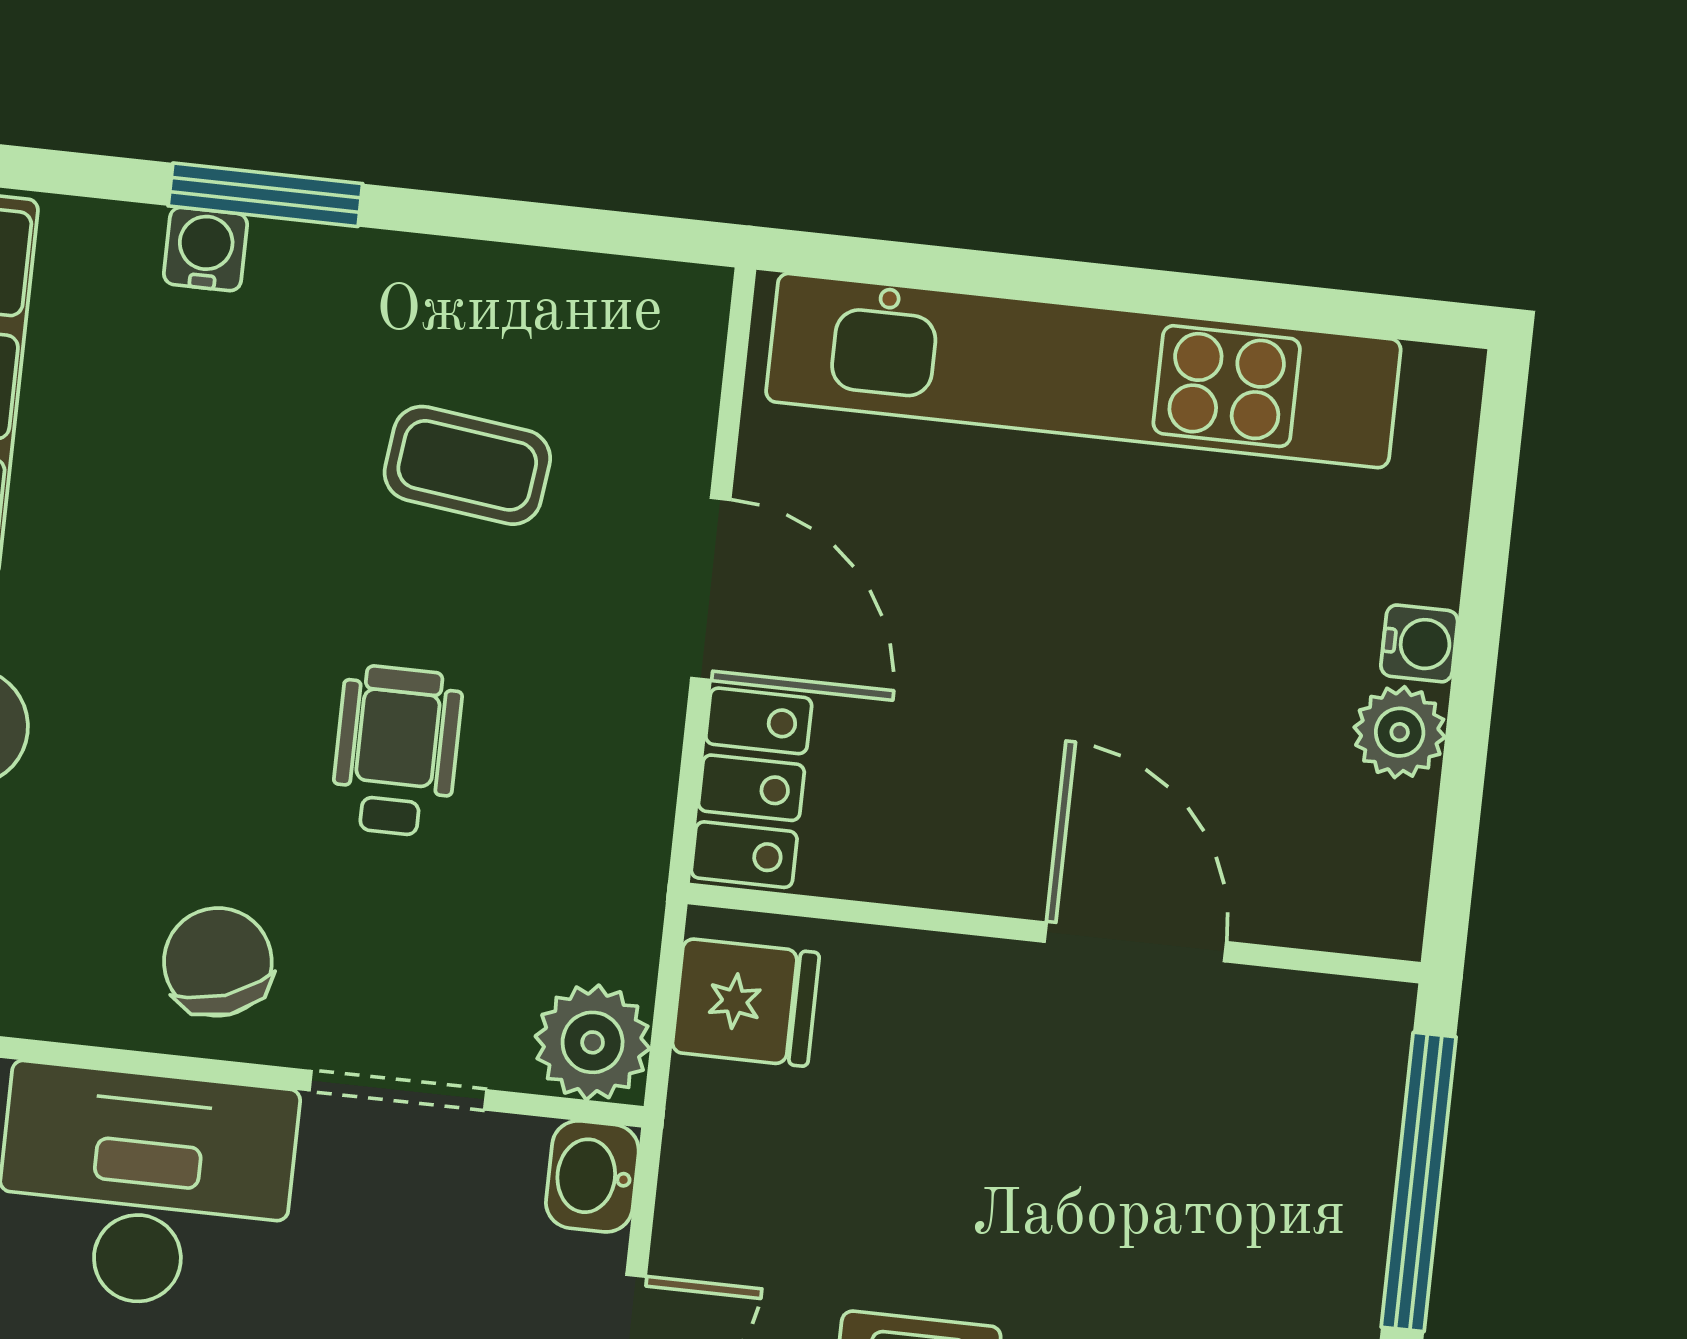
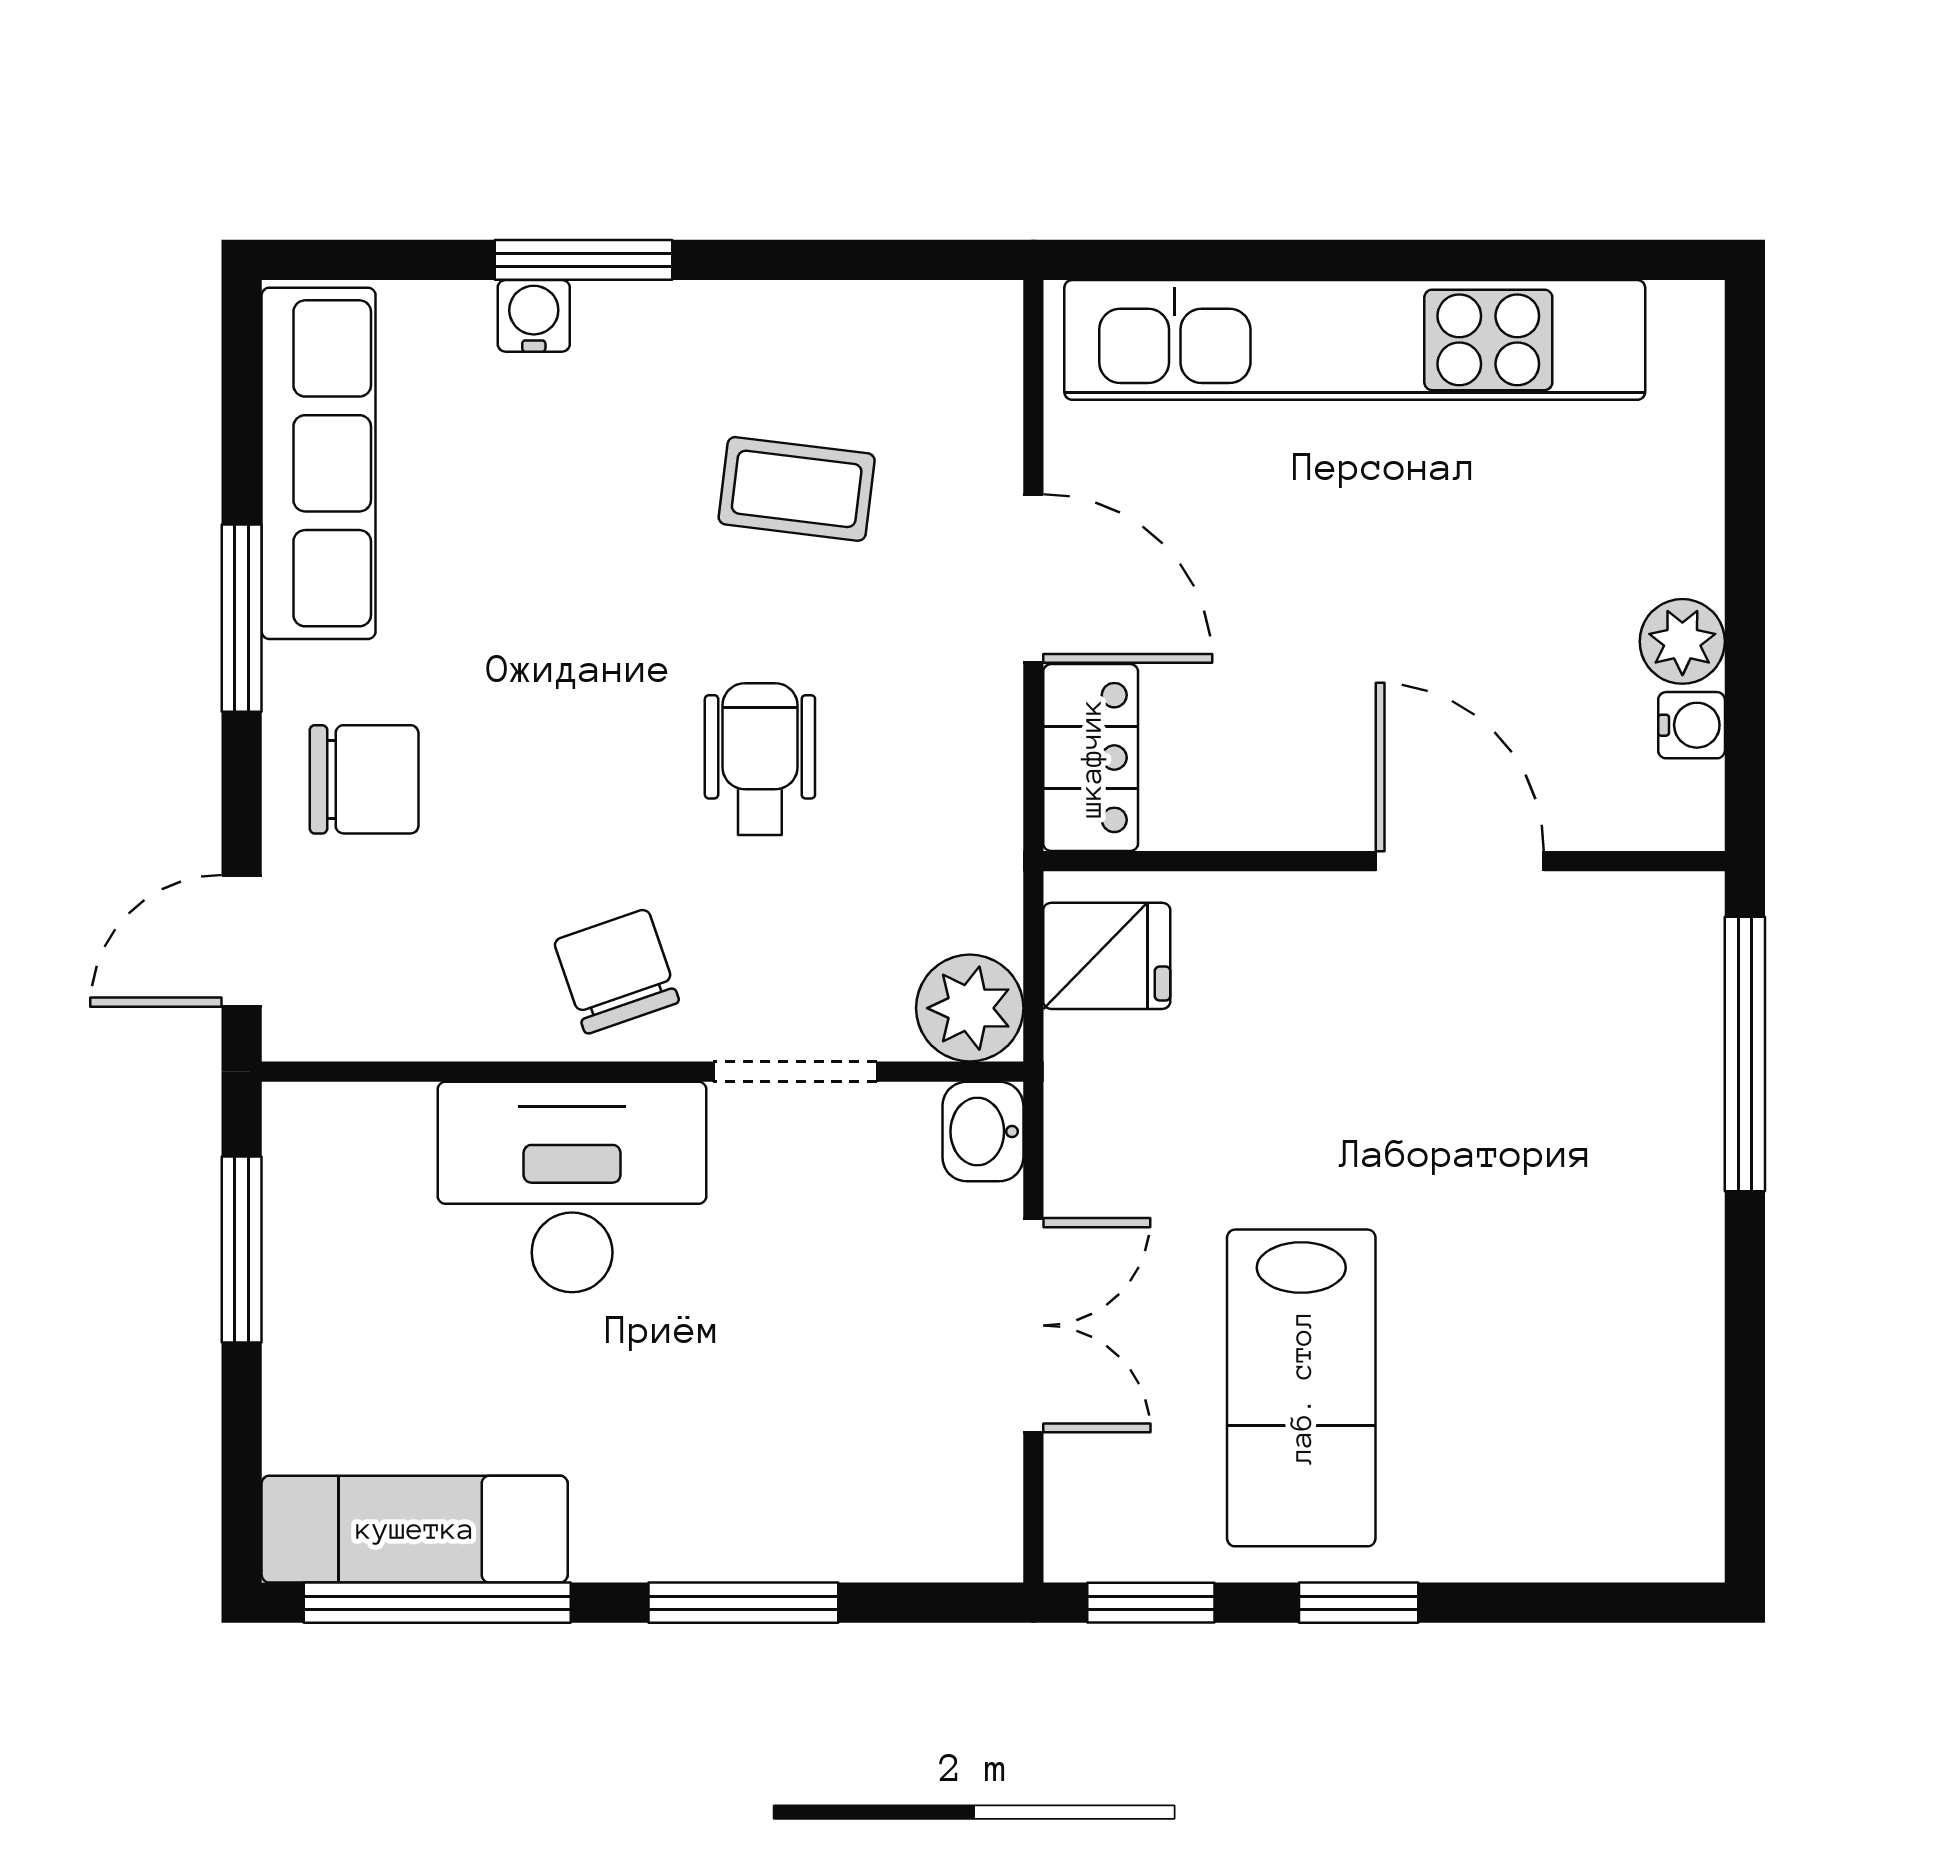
water cooler: (1419, 643) -> (1692, 725), moved

